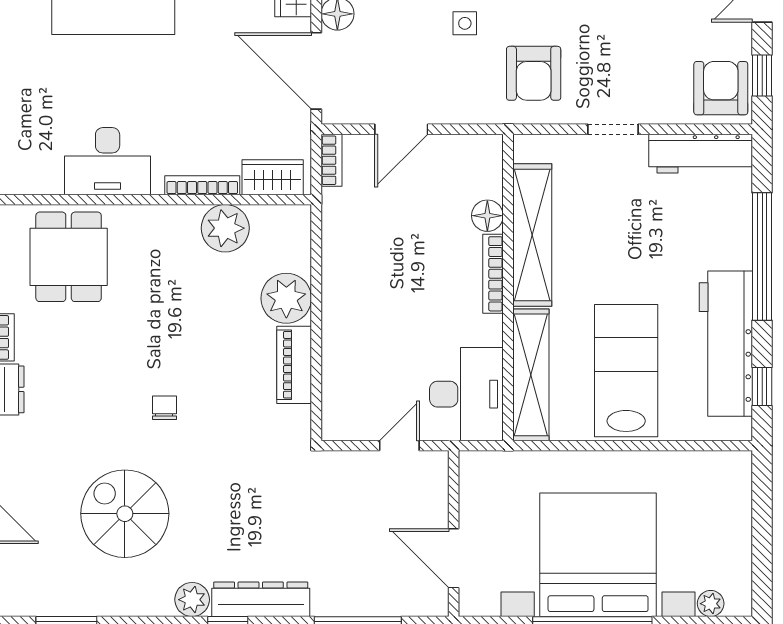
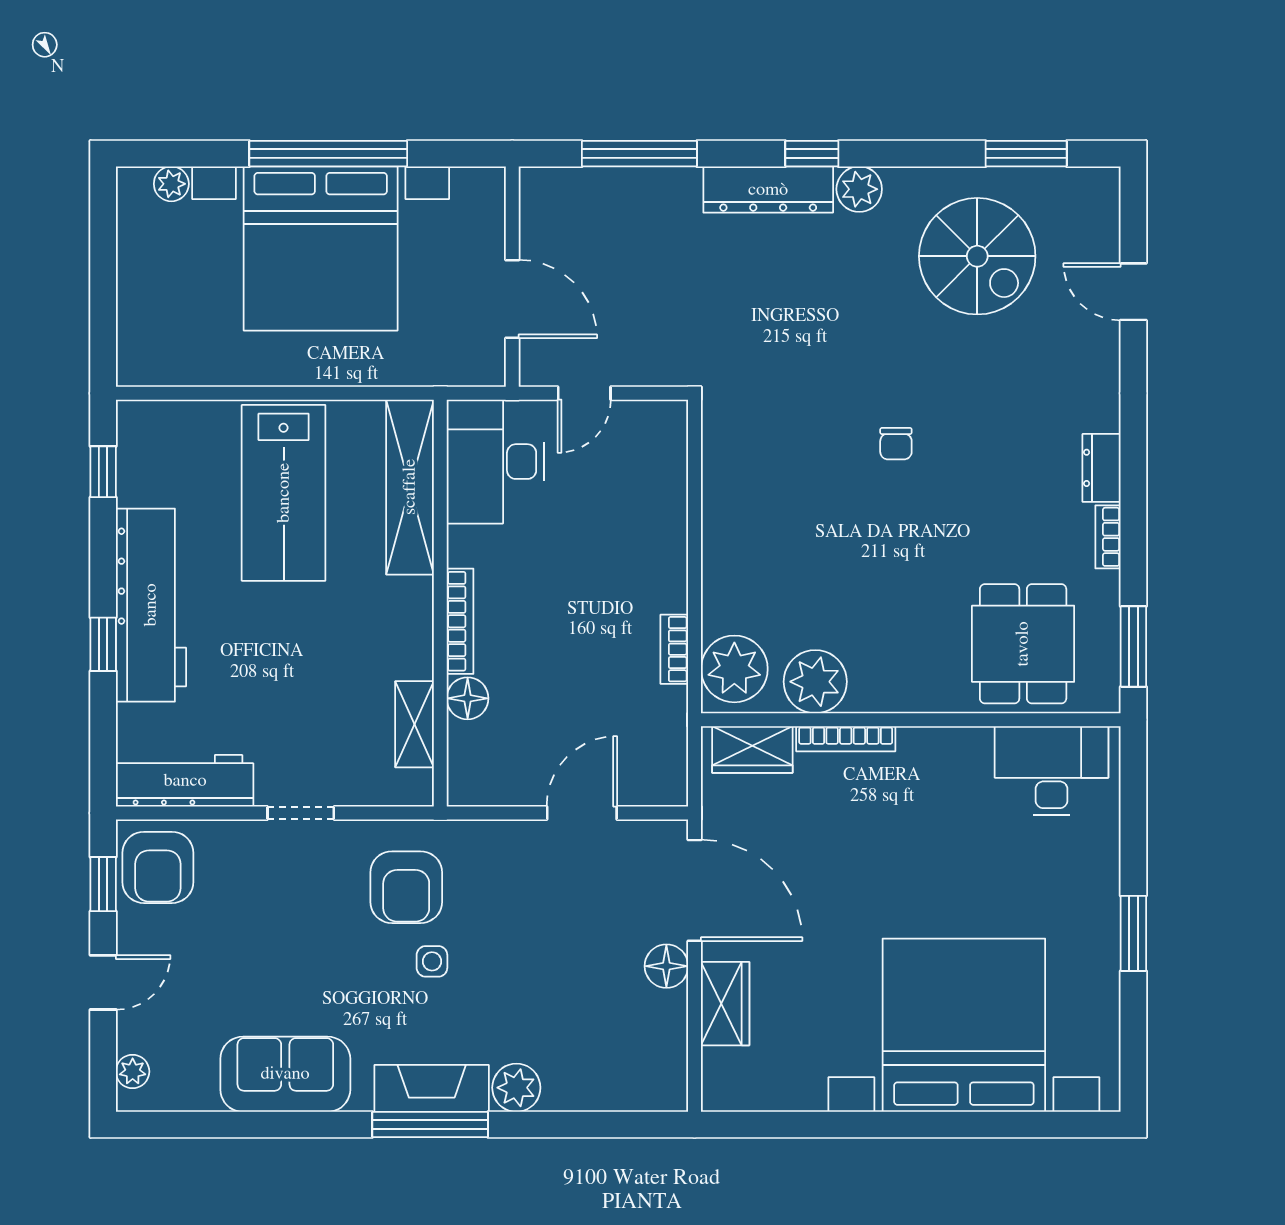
side table: (465, 23) -> (432, 961), moved
armchair: (534, 73) -> (406, 887), turned 180
bookcase: (331, 160) -> (674, 649), moved
desk: (108, 161) -> (1051, 771), moved
shelving: (532, 235) -> (414, 724), width x0.45, depth x0.75
window: (762, 256) -> (103, 644), width x0.32
plant: (286, 298) -> (734, 669), moved
workbench: (726, 344) -> (151, 605), moved
piano: (294, 365) -> (724, 501), removed
spiral stairs: (125, 514) -> (977, 256), moved
door: (454, 558) -> (512, 299), moved

